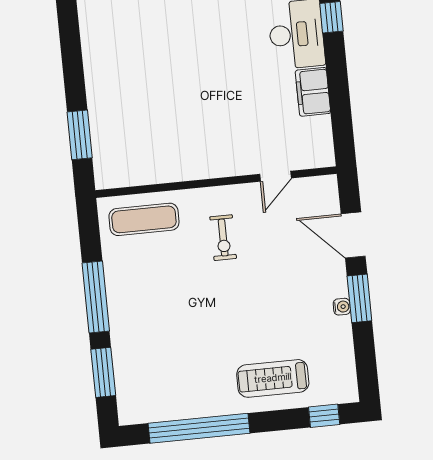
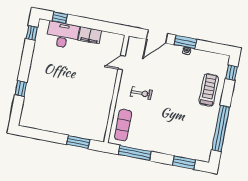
door: (275, 176) -> (121, 63), swing flipped
window: (96, 297) -> (135, 153), moved
treadmill: (273, 378) -> (209, 90), turned 180

